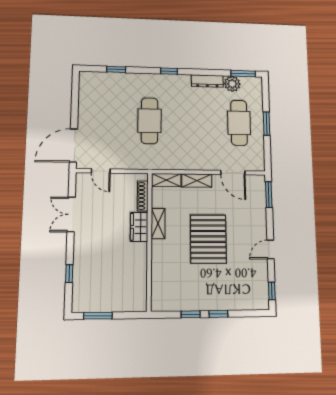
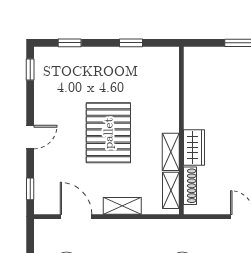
shelving: (166, 180) -> (171, 190), moved, turned 90
window: (269, 195) -> (30, 189), width x0.67
door: (270, 249) -> (30, 137), moved
window: (218, 314) -> (70, 43), moved

